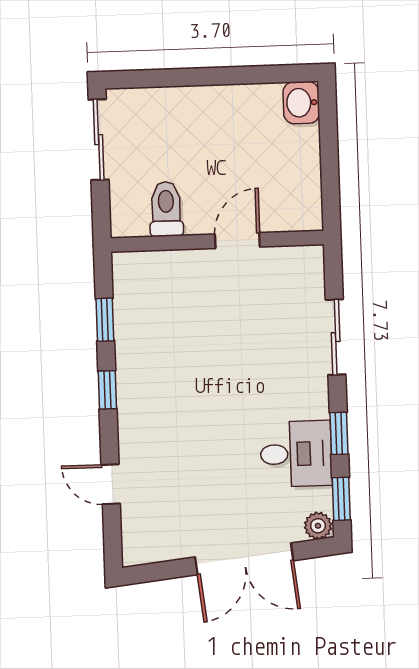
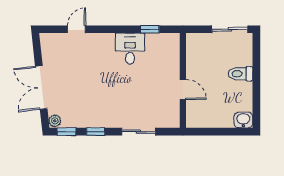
toilet: (166, 209) -> (240, 74), moved, turned 180
window: (107, 390) -> (119, 29), removed
desk: (296, 454) -> (130, 49), moved, turned 180

